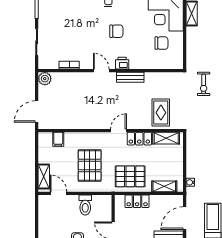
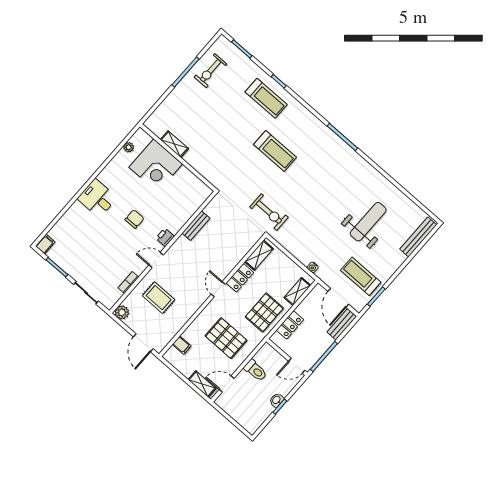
chair: (161, 43) -> (177, 190), removed
bench: (130, 77) -> (196, 226), moved
exercise bike: (204, 84) -> (269, 212), moved, width x1.38, depth x1.39
rug: (161, 113) -> (159, 298), moved

